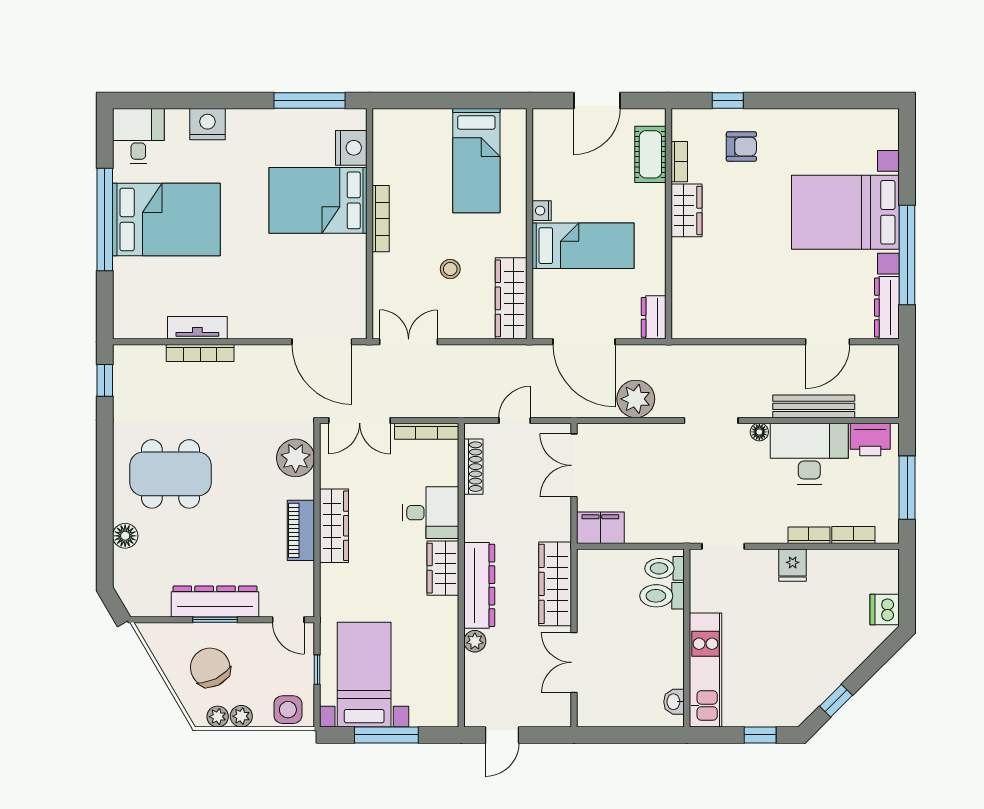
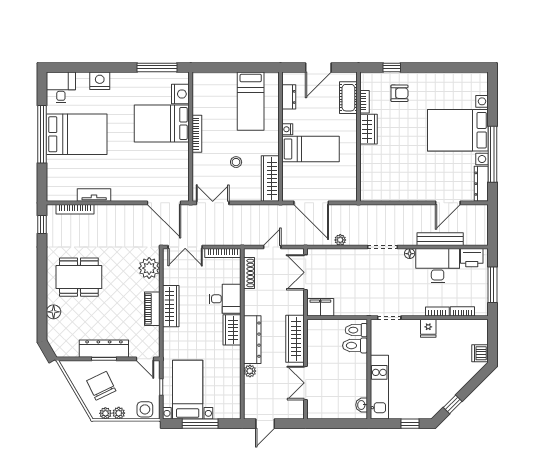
dresser: (654, 317) -> (289, 97), moved, turned 180
bookcase: (200, 353) -> (75, 209), moved
plant: (636, 399) -> (340, 240), width x0.53, depth x0.53

